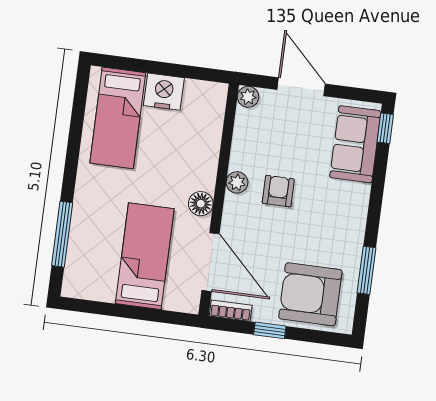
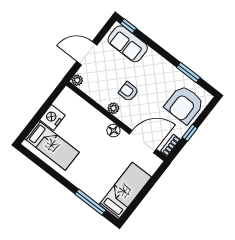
bed: (145, 256) -> (125, 191), moved, turned 90

